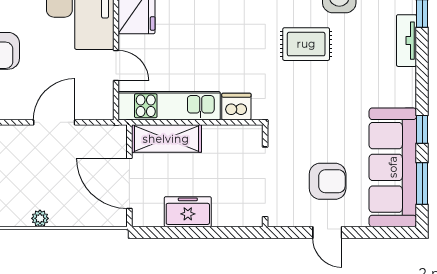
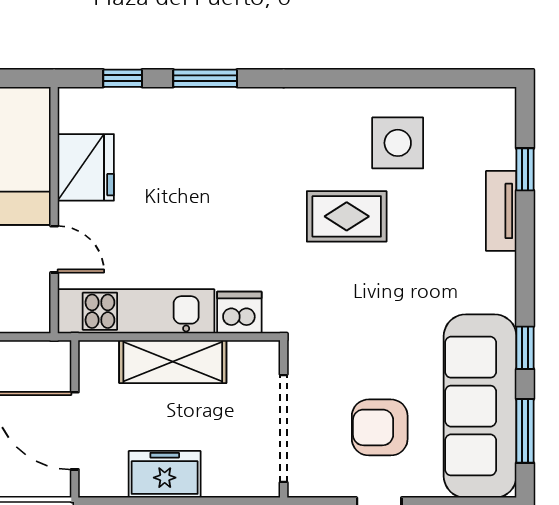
shelving: (166, 139) -> (173, 362), moved
armchair: (328, 181) -> (380, 427), turned 180

